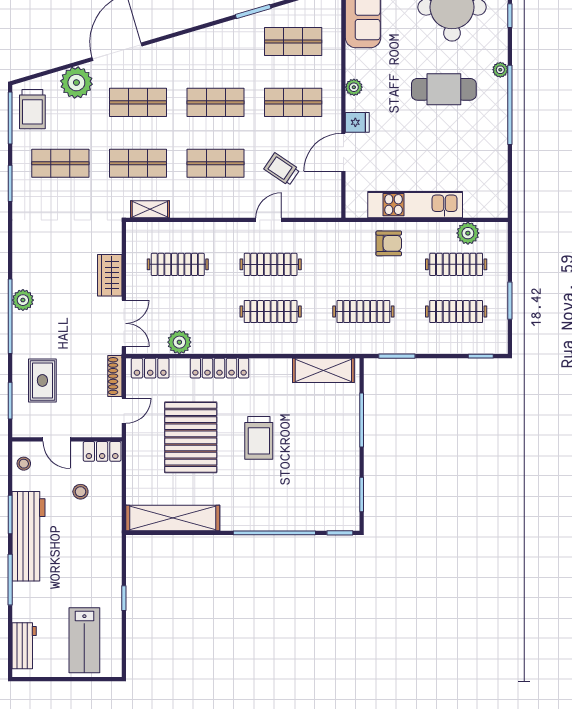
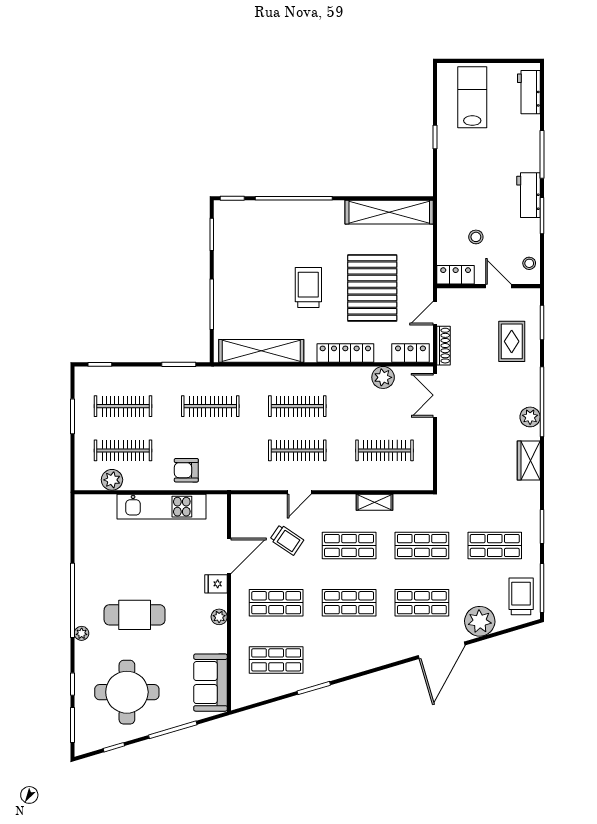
shelving: (150, 209) -> (374, 502), moved
wardrobe: (110, 275) -> (529, 460), moved, turned 180
shelving: (323, 370) -> (261, 351), width x1.47
workbench: (29, 536) -> (528, 195), width x0.53, depth x0.76

